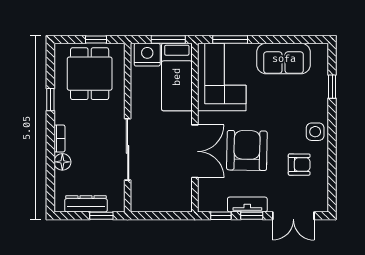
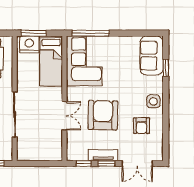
window: (168, 39) -> (34, 33), moved
window: (230, 39) -> (90, 33), width x1.44
sofa: (284, 59) -> (152, 56), moved, turned 90
double door: (195, 151) -> (64, 116), width x0.73
armchair: (299, 165) -> (141, 126), turned 90

